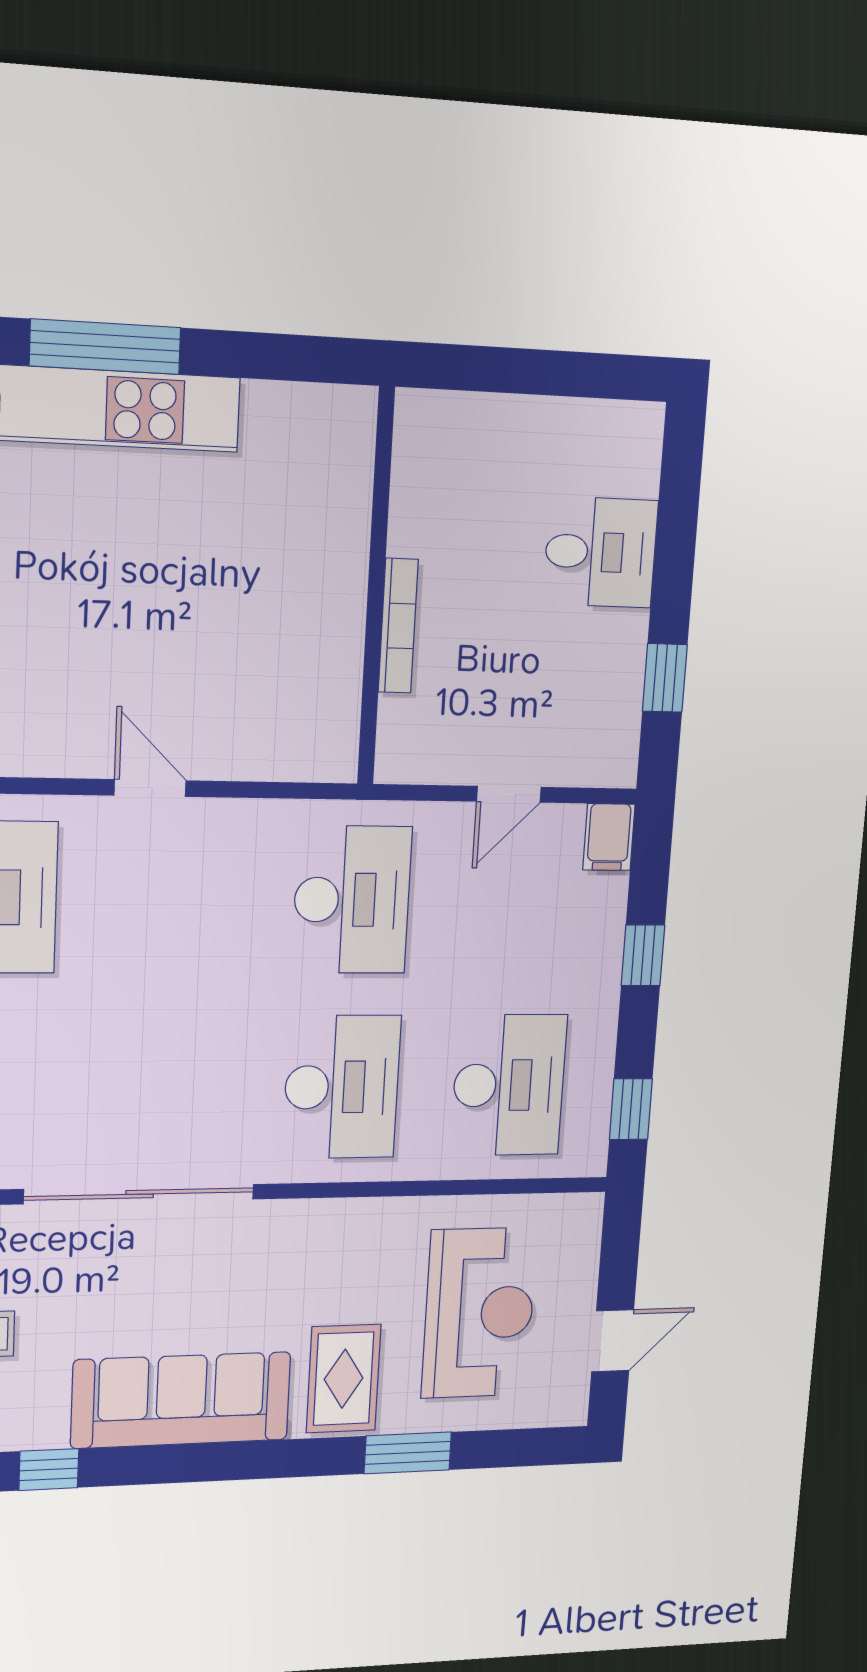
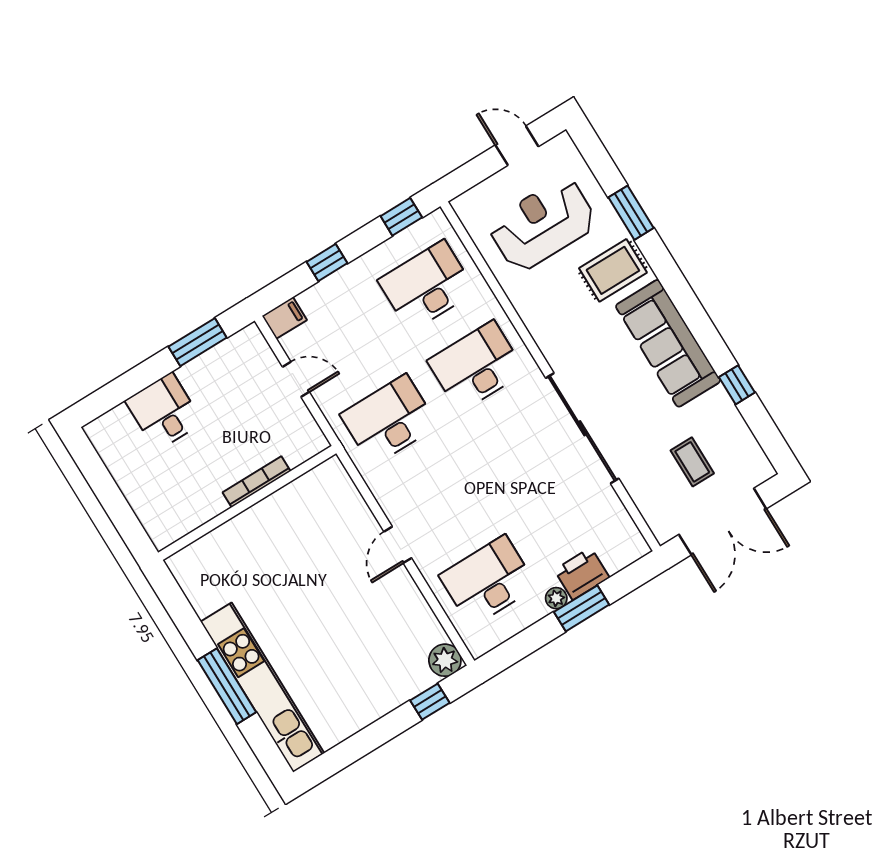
window: (665, 678) -> (198, 342), width x1.50

